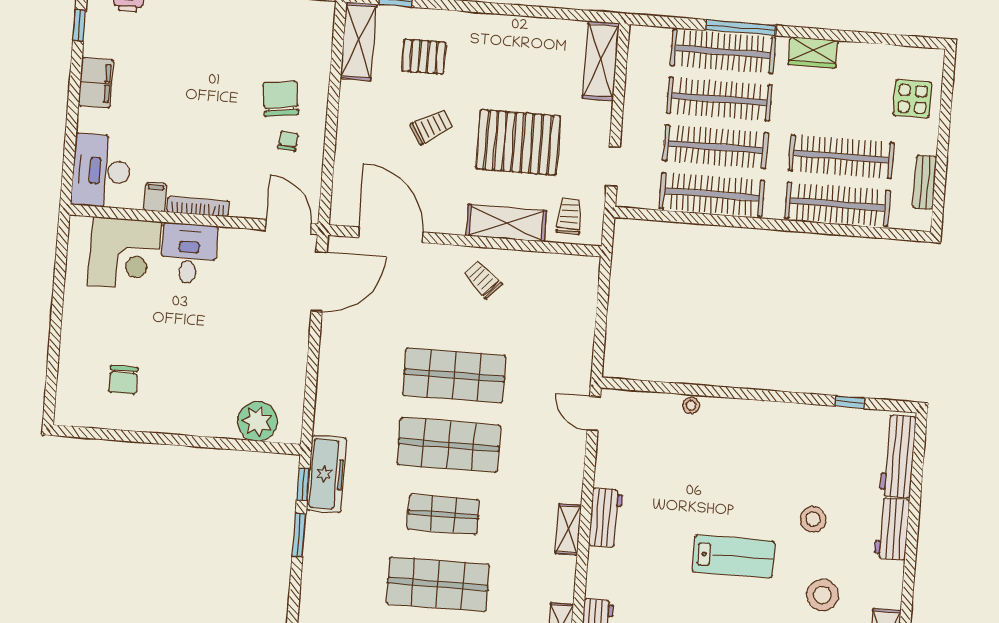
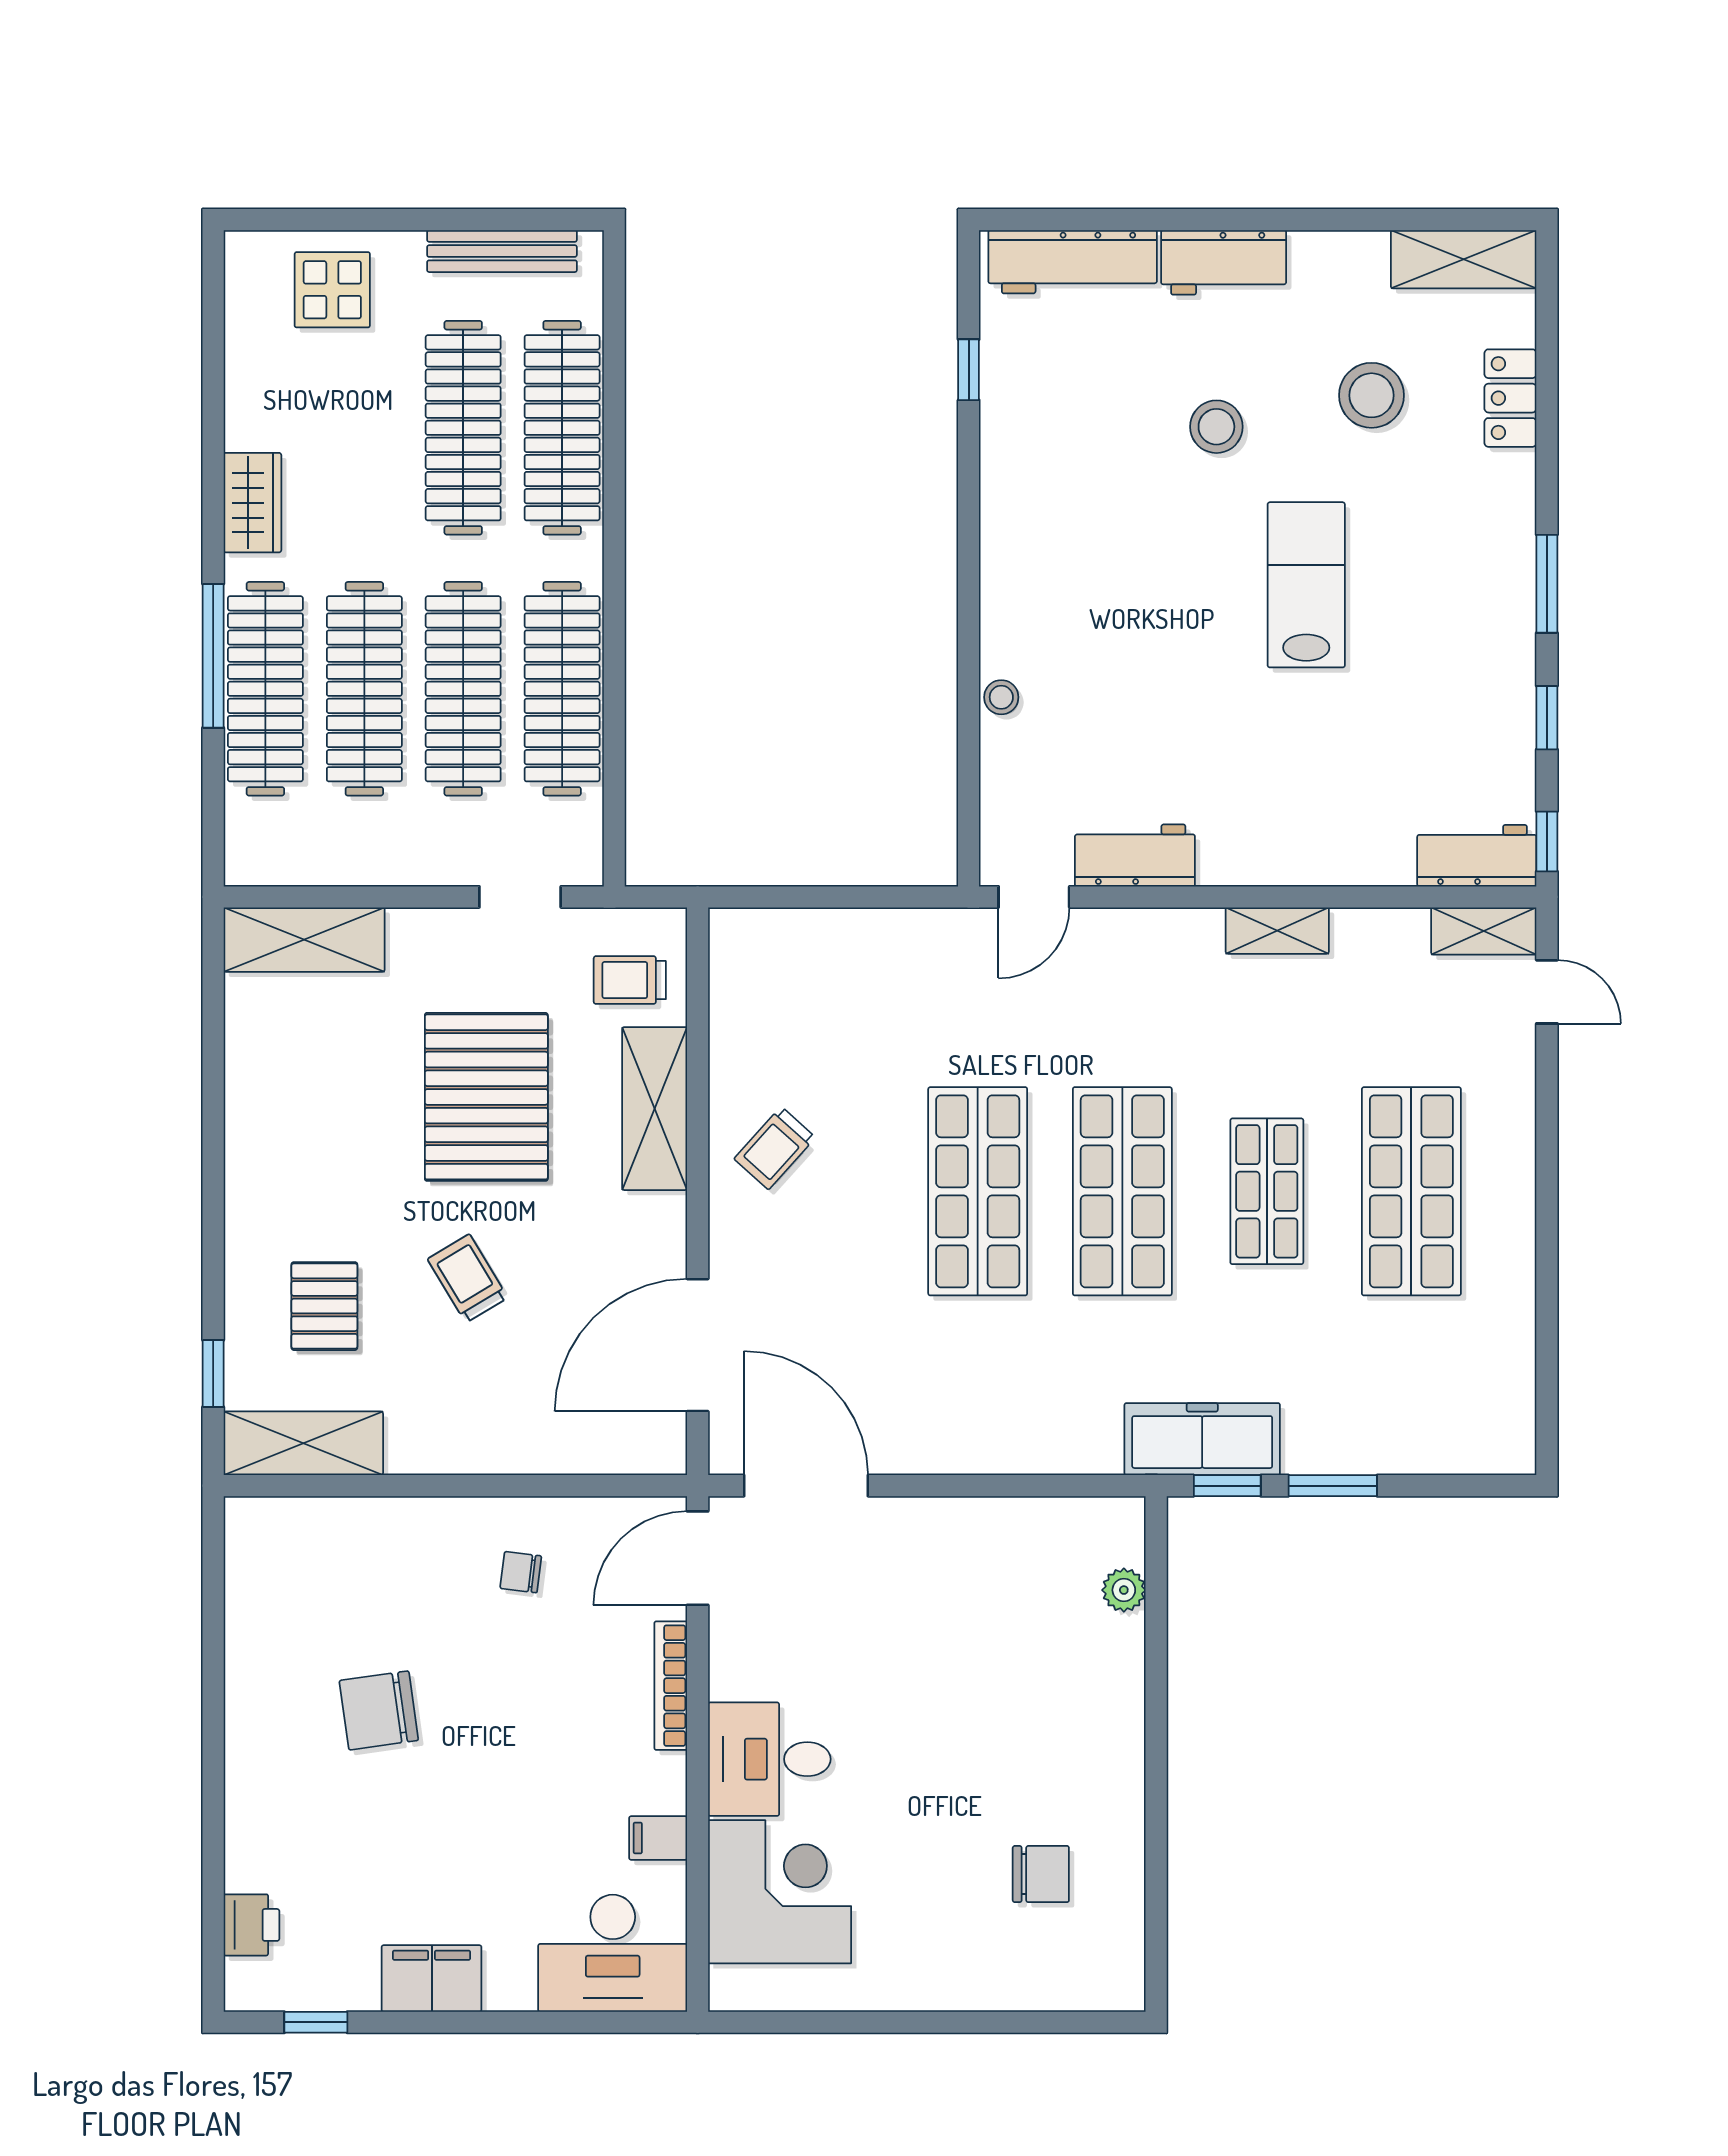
chair: (281, 99) -> (379, 1710), moved
bench: (925, 182) -> (502, 251), width x1.36
bookcase: (198, 207) -> (671, 1686), moved
plant: (258, 421) -> (1124, 1590), width x0.53, depth x0.53
workbench: (606, 518) -> (1135, 855), moved

